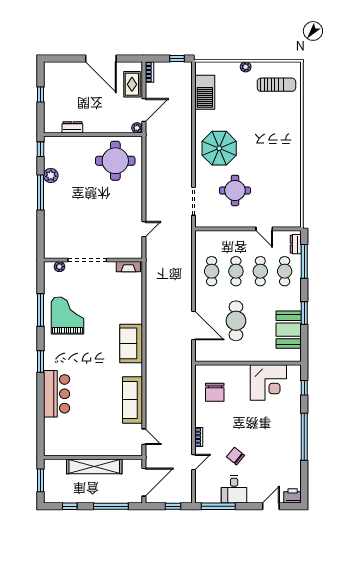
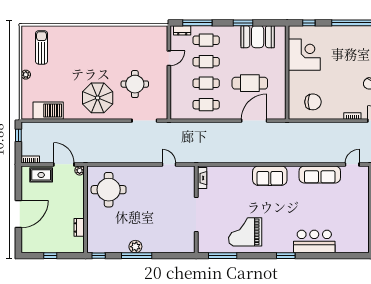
door: (101, 59) -> (18, 214), moved
plant: (51, 175) -> (135, 247), moved
plant: (59, 267) -> (202, 239), removed
window: (40, 310) -> (223, 256), moved

